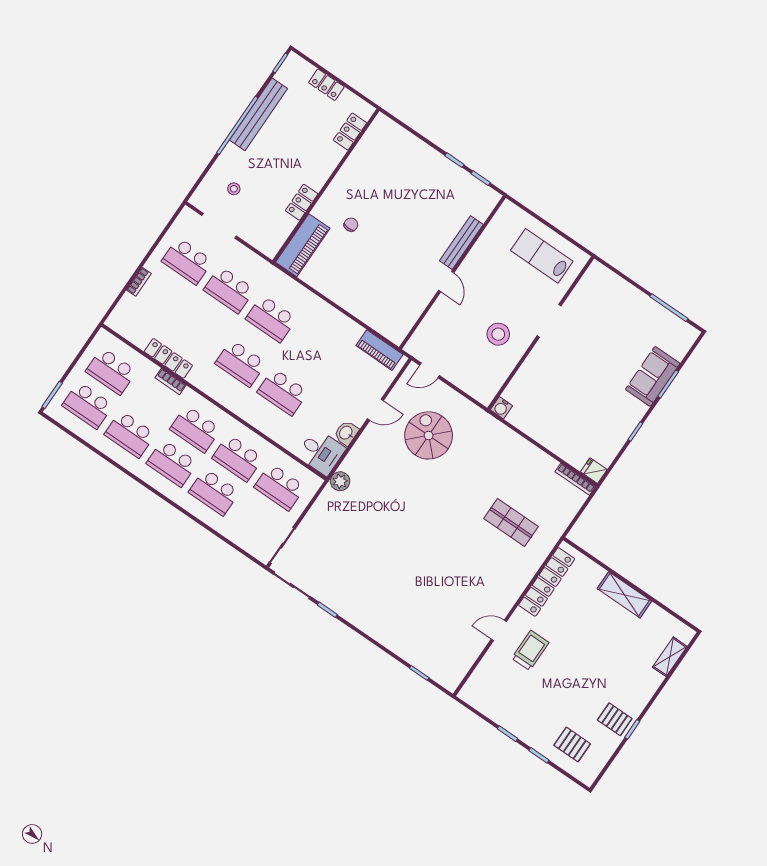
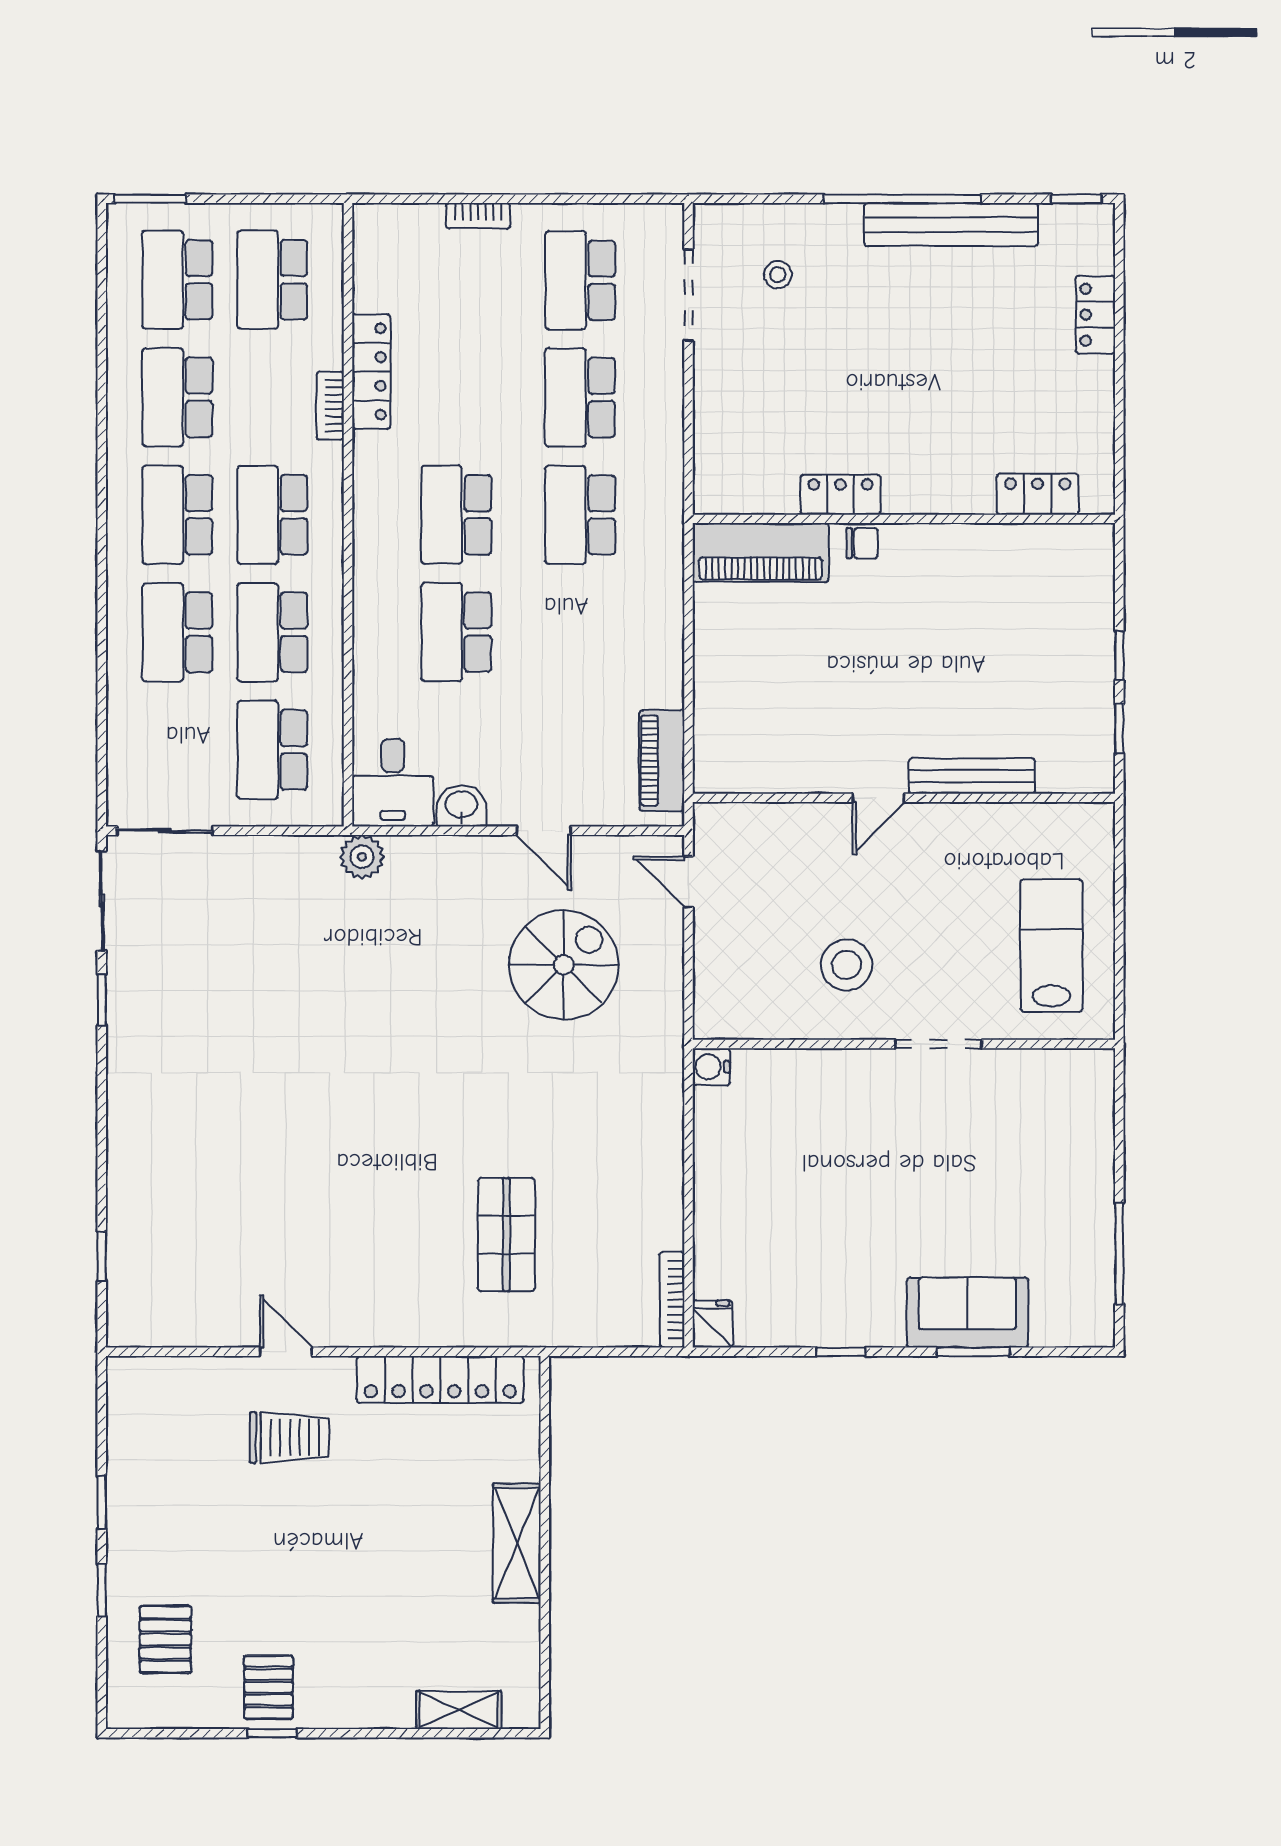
locker: (350, 131) -> (1038, 494), moved
wall: (326, 186) -> (904, 519), moved
locker: (302, 202) -> (841, 495), moved
piano: (303, 245) -> (761, 553), moved

